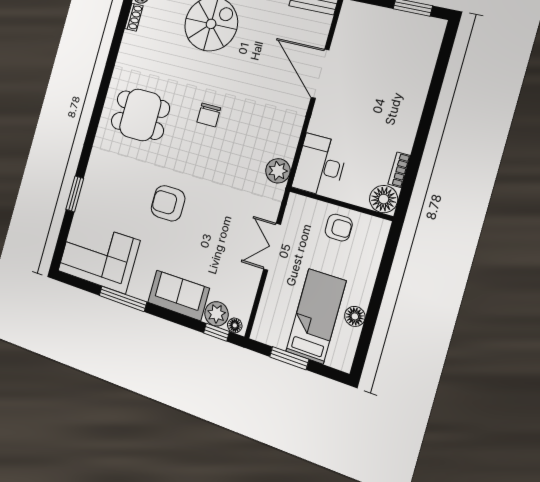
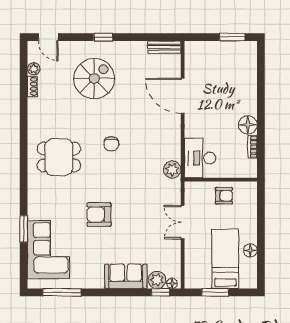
floor lamp: (384, 199) -> (248, 125), moved
corner sofa: (99, 256) -> (48, 250), moved, turned 90
window: (123, 299) -> (62, 292), moved

